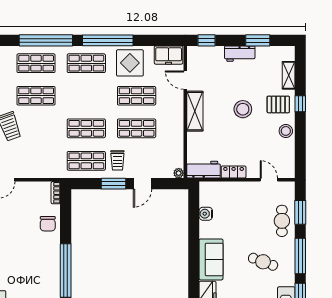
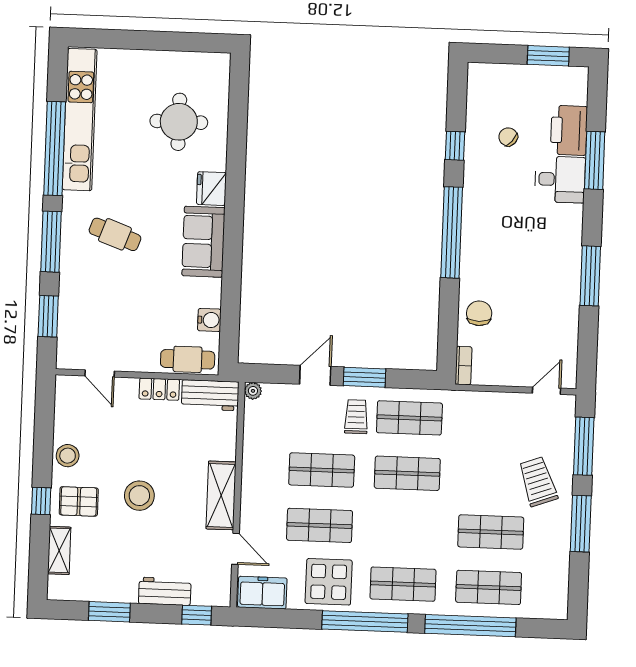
workbench: (240, 54) -> (165, 591), moved
cafe table: (282, 221) -> (188, 359), moved, turned 90

